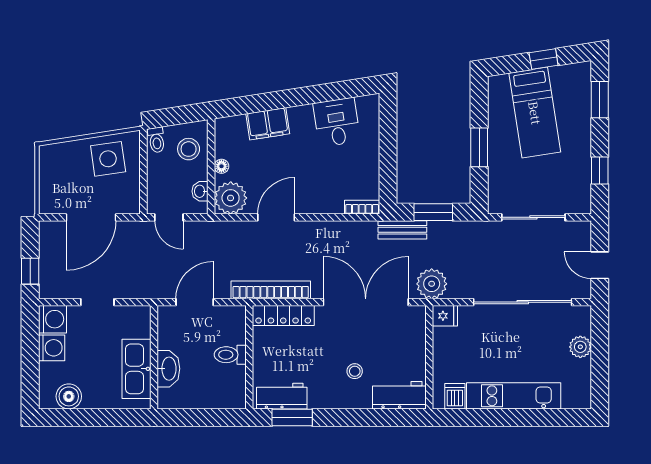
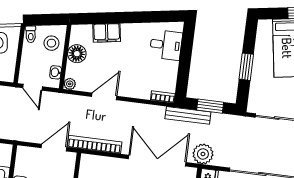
desk: (337, 122) -> (166, 45), moved, turned 99
floor lamp: (221, 166) -> (77, 54), width x1.89, depth x1.89
plant: (231, 198) -> (70, 84), width x0.53, depth x0.53
bench: (402, 230) -> (188, 115), width x1.36
door: (195, 302) -> (54, 148), moved
locker: (283, 315) -> (101, 163), removed

